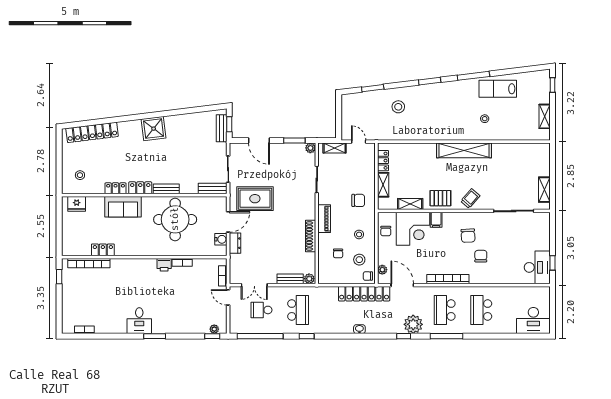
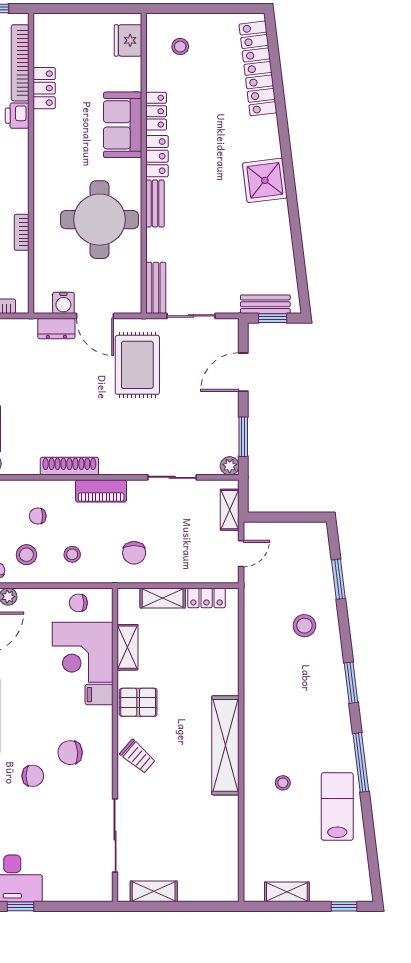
pallet: (440, 198) -> (138, 702), turned 90
printer: (164, 265) -> (17, 116), moved

